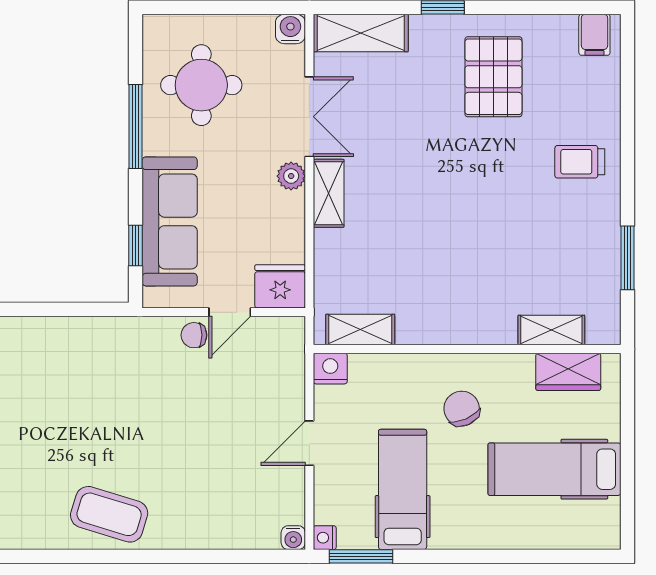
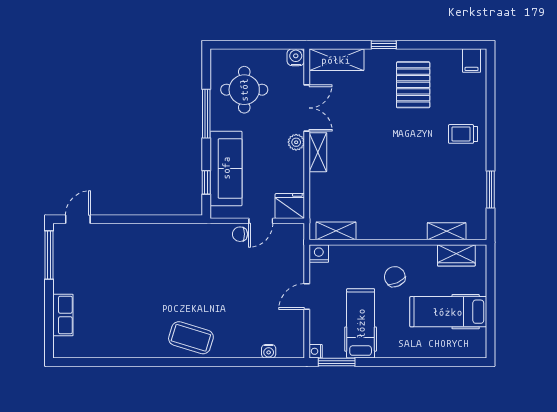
water cooler: (293, 538) -> (269, 351), moved

